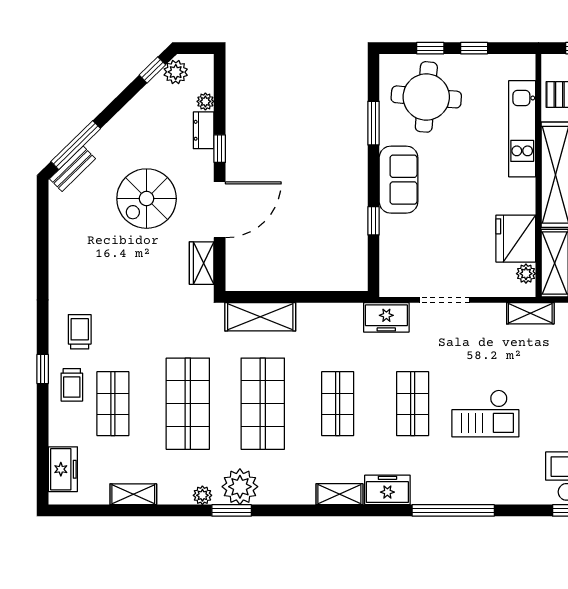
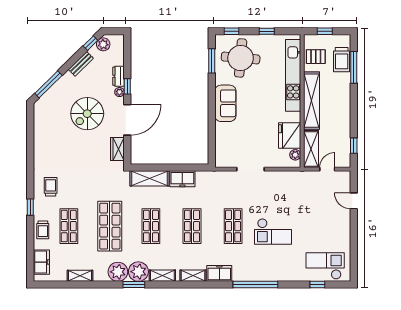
window: (430, 48) -> (231, 31), moved
plant: (205, 101) -> (119, 92), moved
window: (373, 123) -> (212, 61), moved
kitchen unit: (522, 129) -> (293, 75), width x1.36
bench: (73, 169) -> (81, 64), moved
window: (373, 221) -> (212, 126), removed
shelving: (530, 313) -> (162, 276), moved
freezer: (386, 317) -> (182, 179), moved
trolley: (72, 385) -> (43, 230), moved
shop shelf: (263, 404) -> (151, 226), width x0.70, depth x0.74
plant: (202, 495) -> (118, 272), width x1.88, depth x1.88

